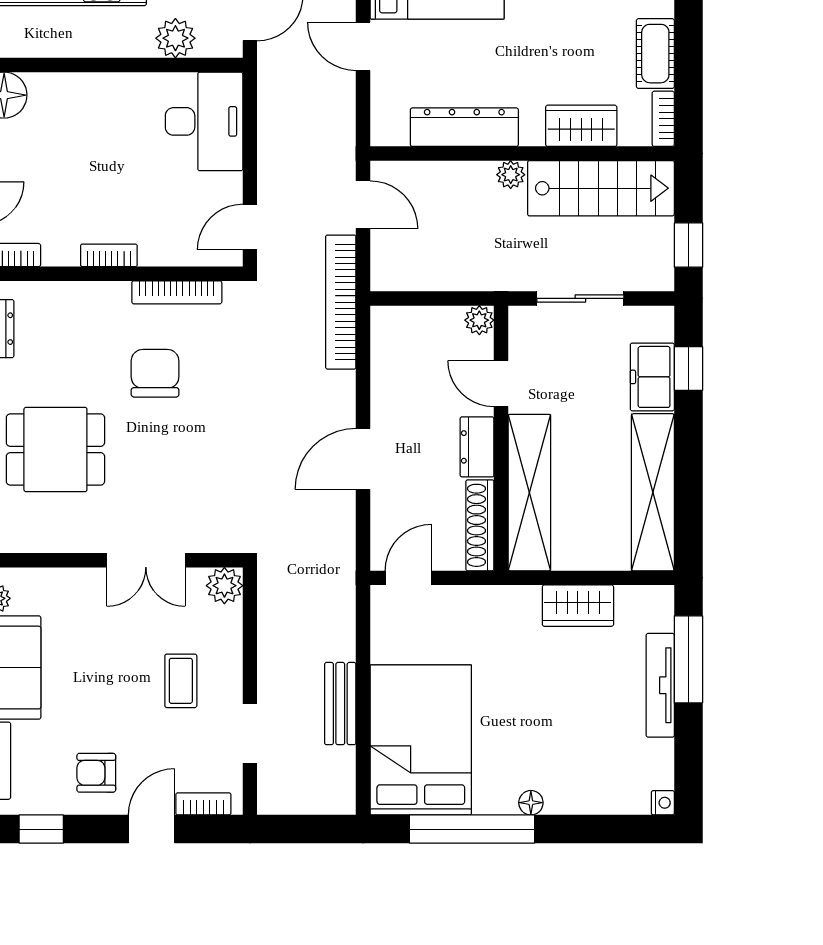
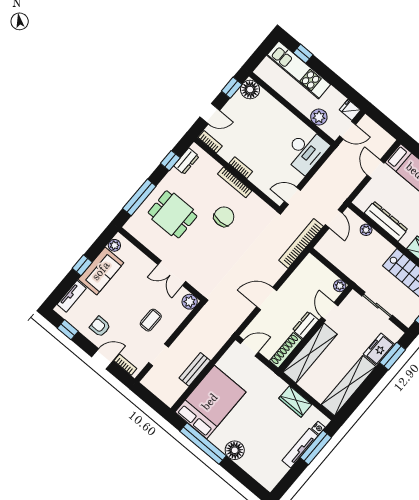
plant: (511, 175) -> (366, 230), moved
bookcase: (177, 292) -> (235, 182), moved
window: (688, 368) -> (393, 356), width x1.50
floor lamp: (531, 803) -> (235, 450), width x1.89, depth x1.89
nightstand: (663, 803) -> (319, 428), moved

